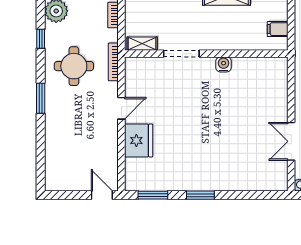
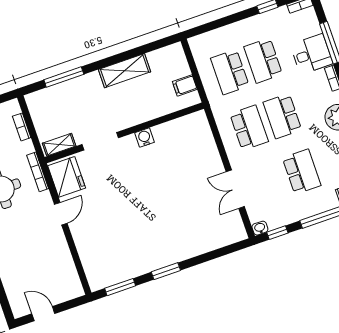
fridge: (139, 140) -> (67, 177), moved
door: (102, 195) -> (43, 314), moved

